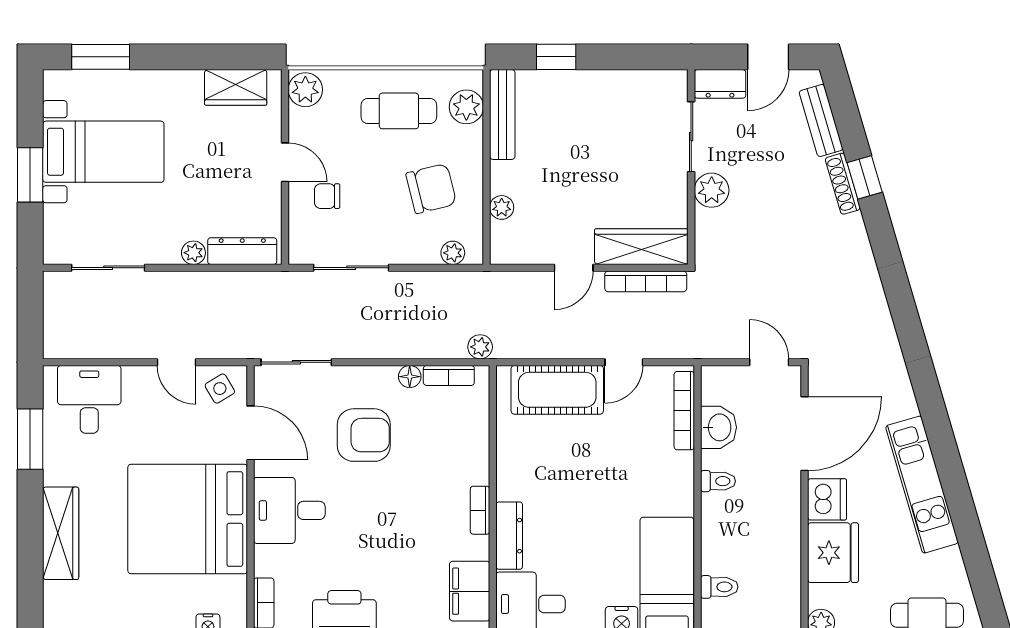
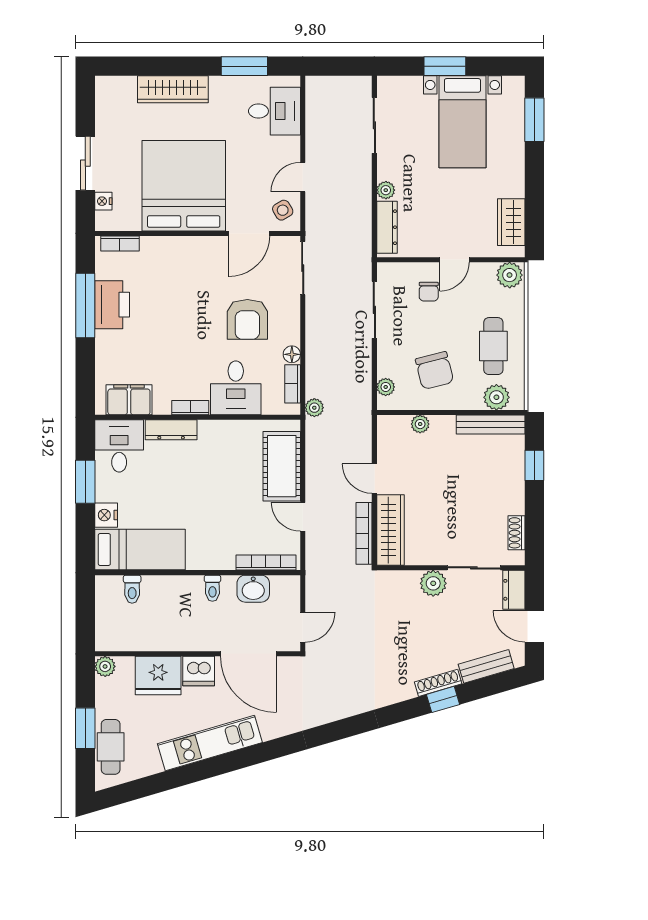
shoe rack: (645, 80) -> (517, 533), added
chair: (327, 196) -> (429, 292), turned 180
desk: (289, 510) -> (236, 388), moved, turned 180

